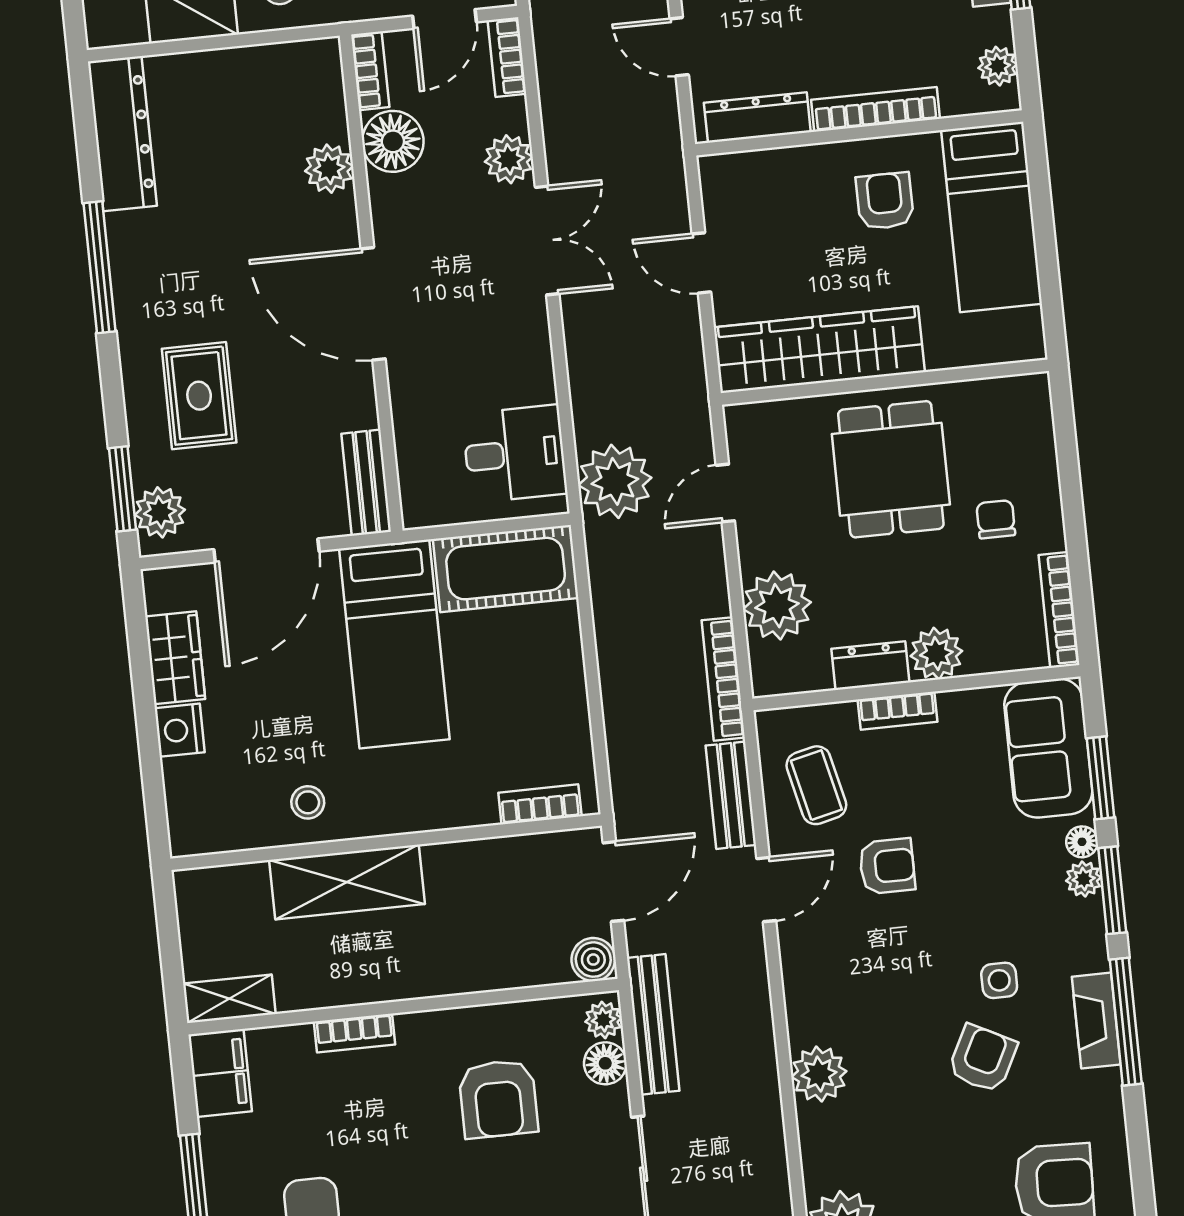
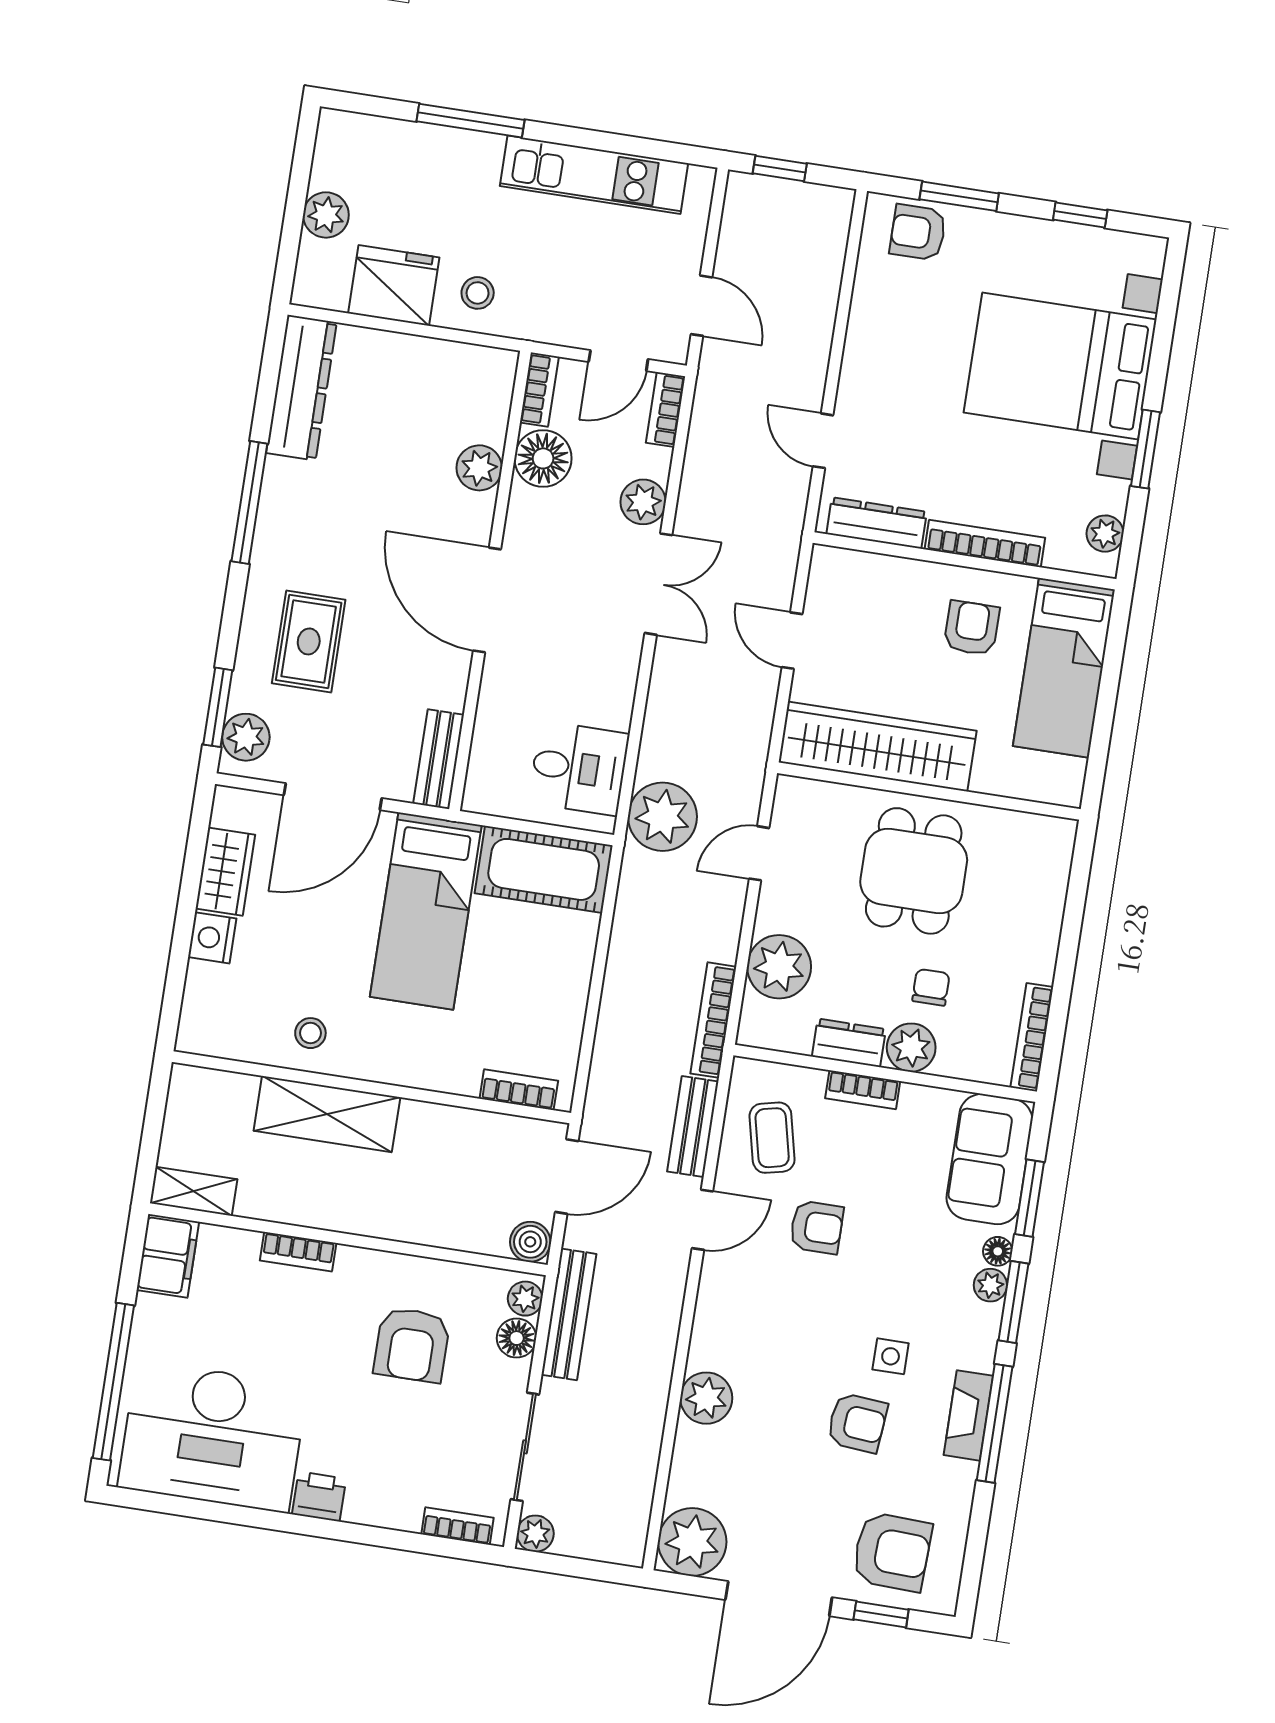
chair: (996, 519) -> (931, 987), moved
armchair: (983, 1058) -> (857, 1423), turned 68

